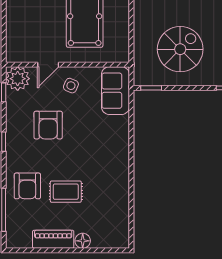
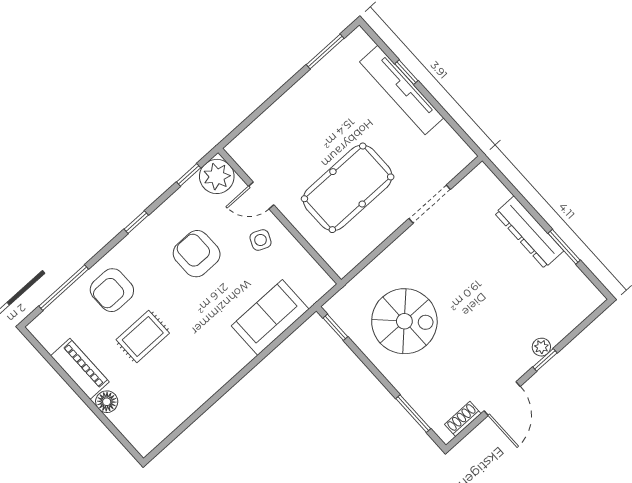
sofa: (115, 91) -> (270, 317), moved
armchair: (48, 125) -> (197, 254), turned 90
rug: (66, 192) -> (143, 336), turned 90

